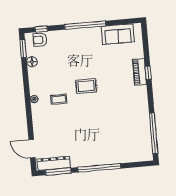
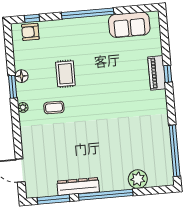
window: (23, 49) -> (13, 87), moved
floor lamp: (32, 62) -> (22, 76), moved
rug: (86, 86) -> (65, 74), moved, turned 90
plant: (125, 156) -> (138, 179), added
dresser: (54, 163) -> (78, 186), moved

